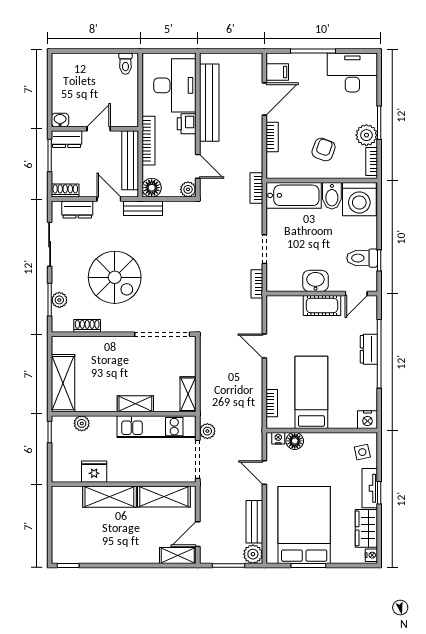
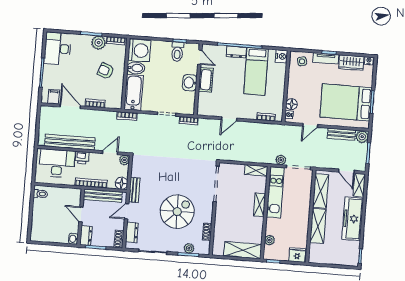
bed: (311, 392) -> (256, 71), moved, turned -90
fridge: (94, 472) -> (297, 255), moved, turned 90
freezer: (125, 549) -> (353, 219), added

